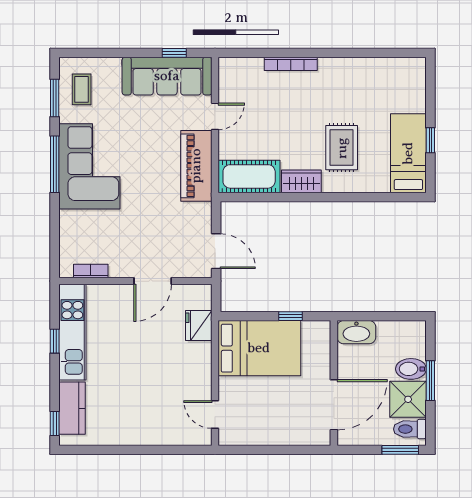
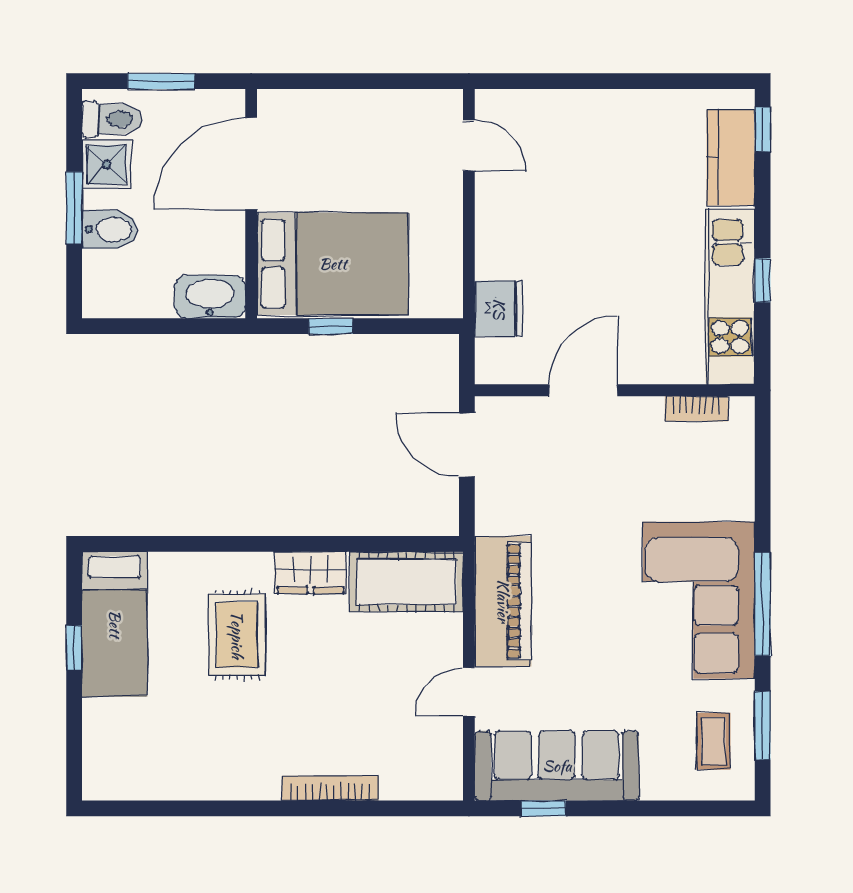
bed: (259, 348) -> (333, 264), moved, turned 180
shower: (408, 399) -> (106, 165), width x0.73, depth x0.73
window: (400, 450) -> (161, 81), moved

